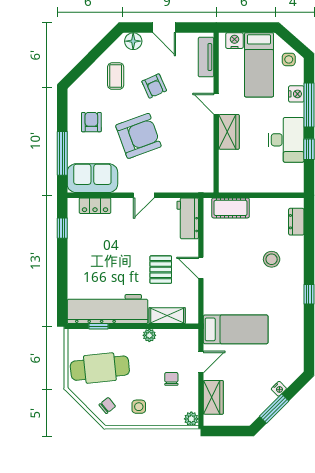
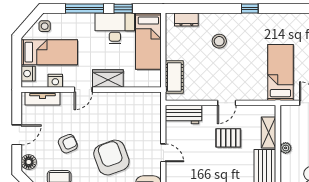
nightstand: (296, 94) -> (55, 81), moved, turned 180
bed: (272, 178) -> (148, 41), added

